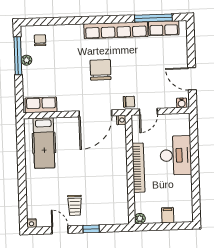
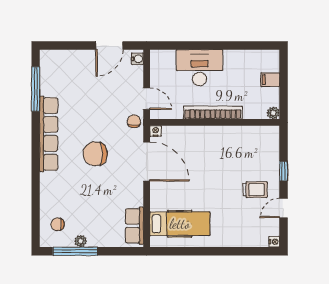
row of seats: (164, 28) -> (48, 77), removed

